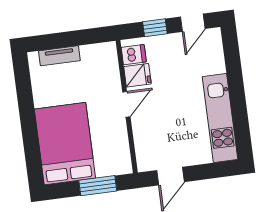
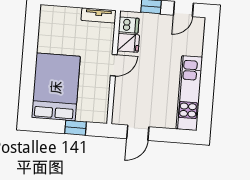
tv unit: (59, 56) -> (99, 15), moved
window: (98, 186) -> (75, 128), width x0.67

